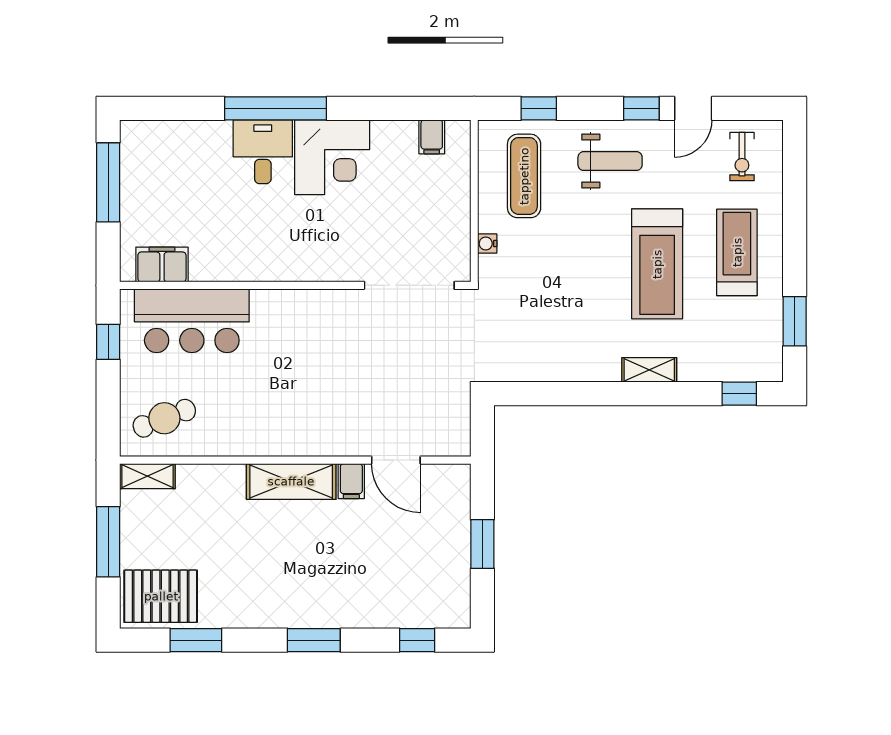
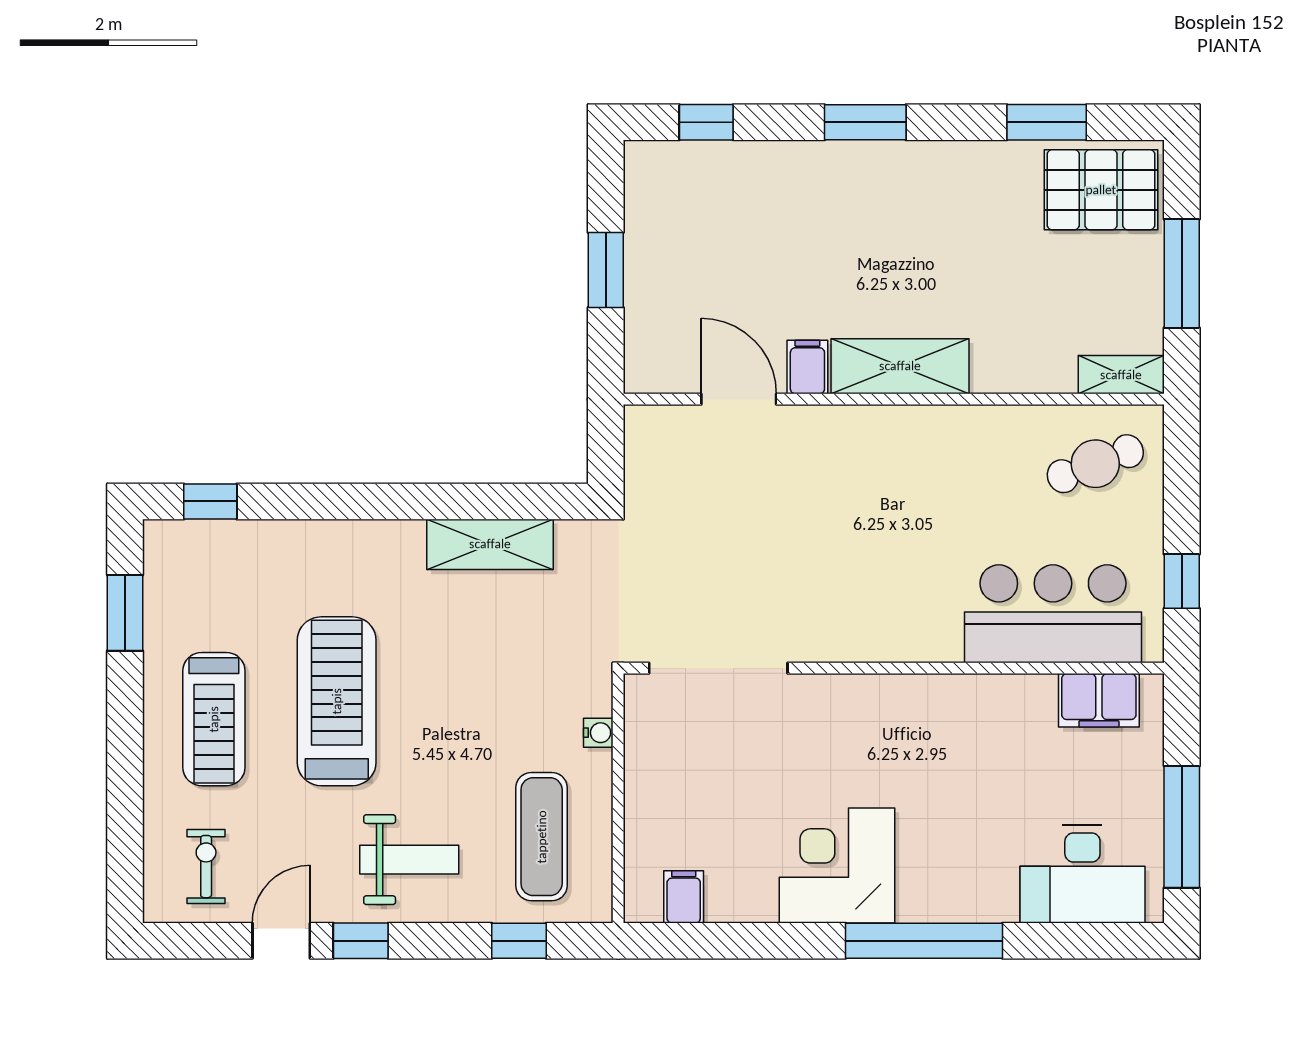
desk: (263, 152) -> (1082, 874), moved, width x1.37
weight bench: (610, 161) -> (409, 860), turned 180
shelving: (649, 370) -> (490, 544), moved, width x1.50, depth x1.33

